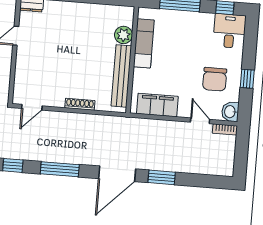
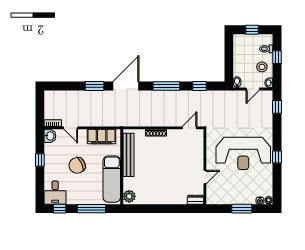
plant: (123, 35) -> (129, 196), moved
exam couch: (144, 43) -> (112, 179), width x1.36, depth x1.45
chair: (215, 79) -> (77, 165), moved, turned -116

